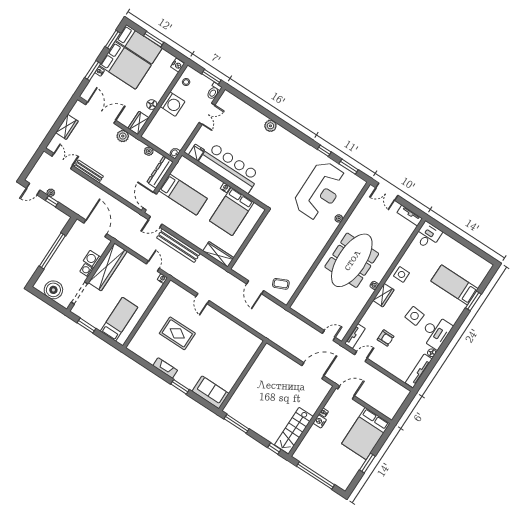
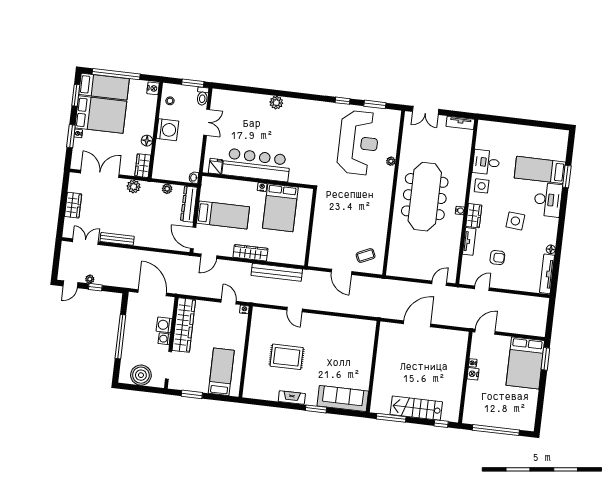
window: (154, 39) -> (116, 74), width x2.11
desk: (428, 235) -> (486, 162), moved, turned -90
bench: (178, 246) -> (277, 272), moved
wardrobe: (218, 254) -> (250, 253), moved
desk: (436, 332) -> (548, 200), moved
tv unit: (355, 336) -> (469, 241), moved
door: (313, 371) -> (417, 324), moved
sofa: (211, 392) -> (343, 399), width x1.36
stairs: (294, 431) -> (416, 408), moved, turned 90
window: (367, 463) -> (545, 359), moved

